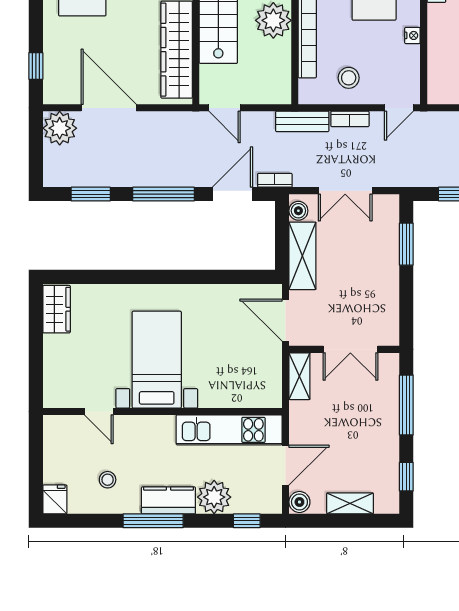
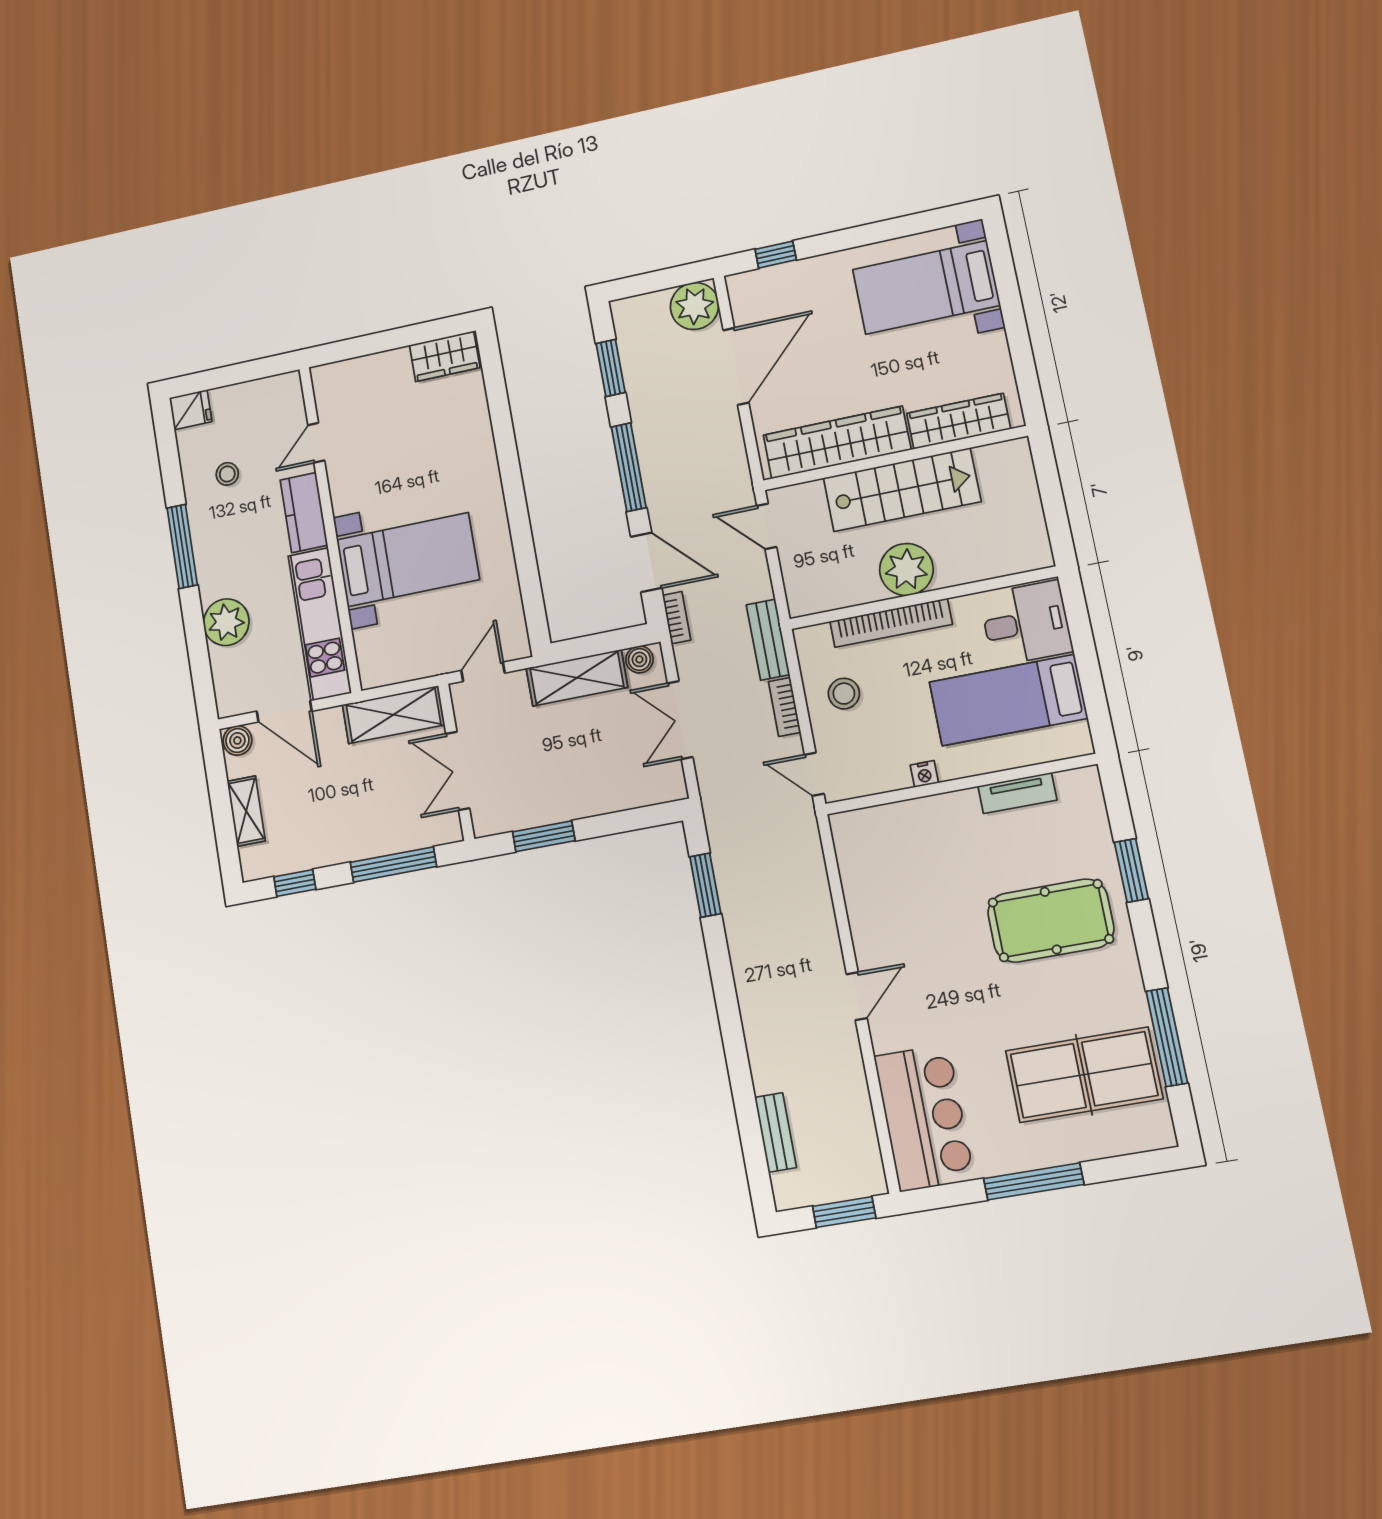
door: (225, 108) -> (767, 526), hinge flipped
window: (406, 244) -> (544, 836), moved
door: (286, 320) -> (483, 672), width x0.73
bed with nightstands: (157, 360) -> (408, 560), moved
shelving: (299, 376) -> (393, 715), width x1.50, depth x1.33
kitchen counter: (168, 500) -> (304, 513), moved, turned 180
window: (247, 521) -> (201, 673), removed

